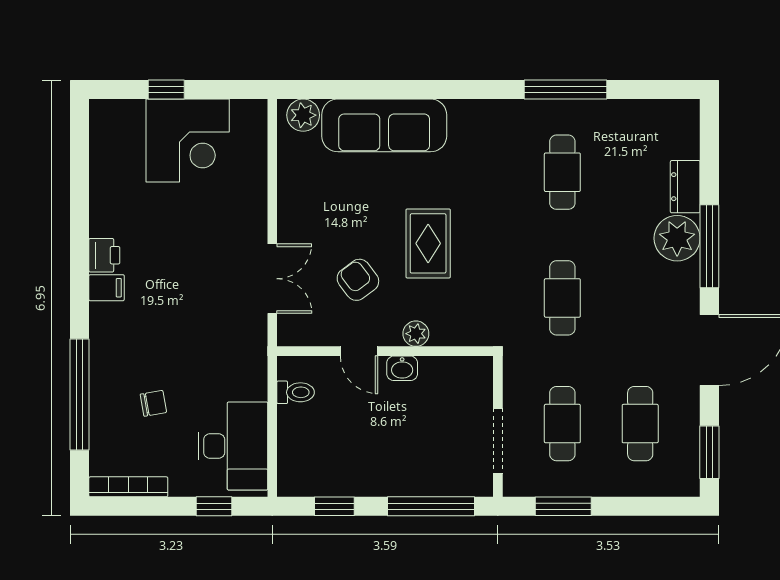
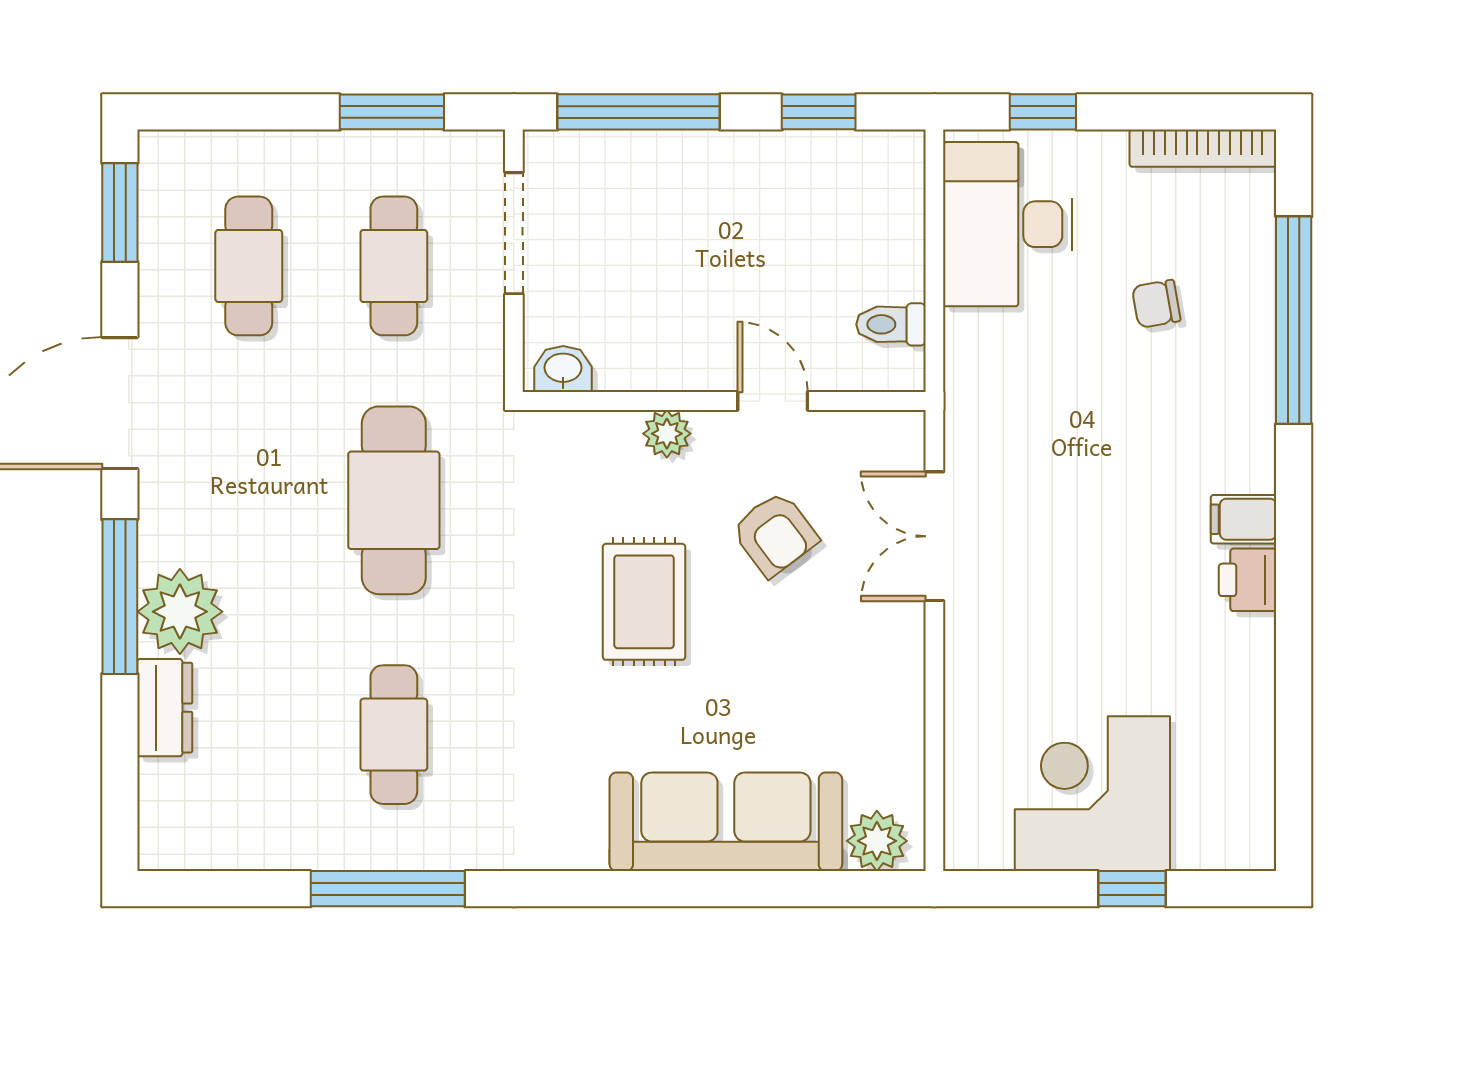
cafe table: (562, 298) -> (394, 500), width x1.37, depth x1.35
washbasin: (402, 368) -> (563, 369), moved

